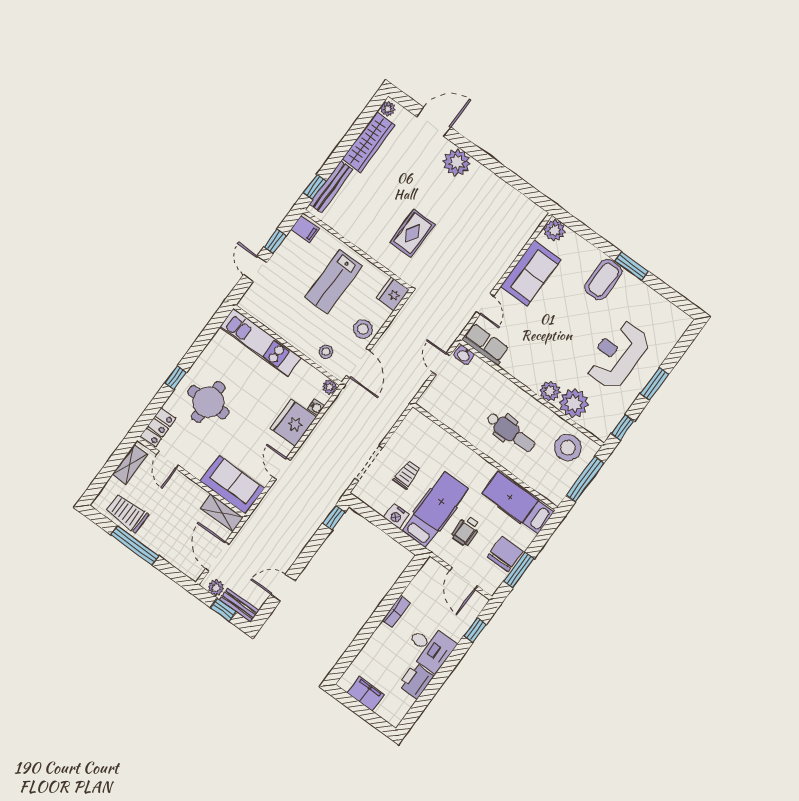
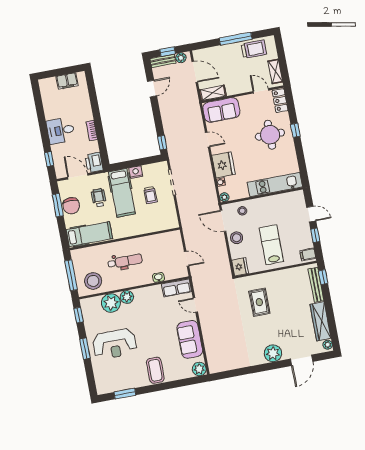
window: (632, 266) -> (125, 394), moved
washbasin: (464, 355) -> (158, 277), moved
reception desk: (617, 355) -> (115, 344), turned 90
dental chair: (511, 432) -> (125, 261), turned 180
printer: (416, 681) -> (94, 163), moved, turned 180

